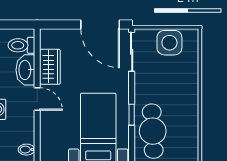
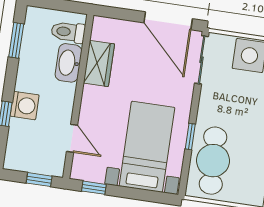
door: (37, 99) -> (72, 138), moved
bidet: (27, 150) -> (55, 160), removed

